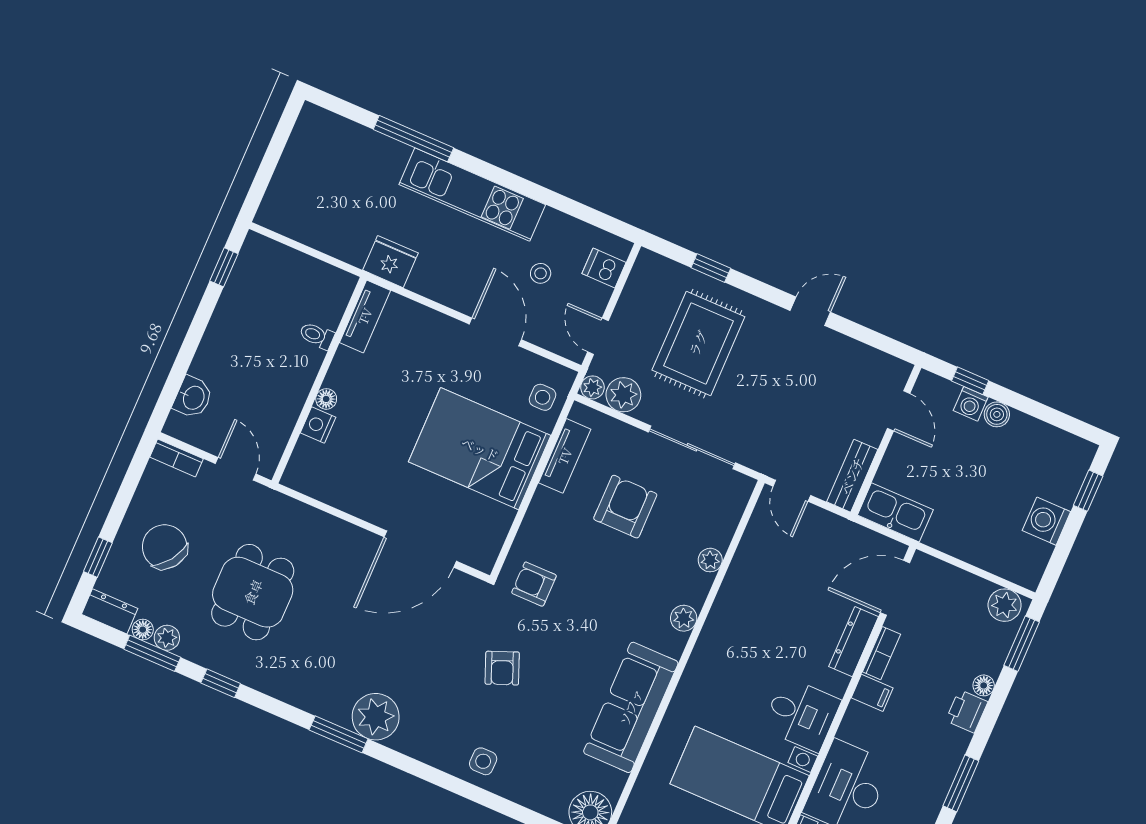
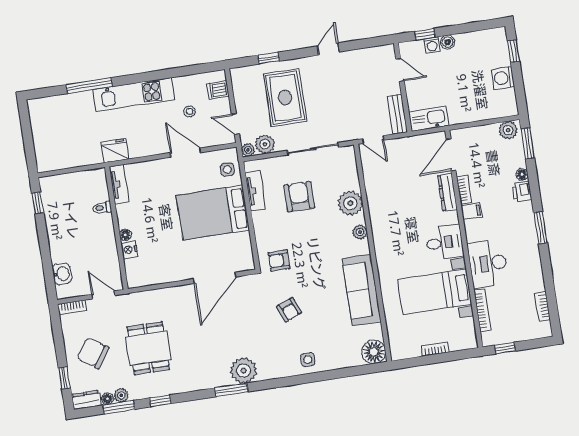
plant: (710, 560) -> (350, 203), width x1.88, depth x1.88

